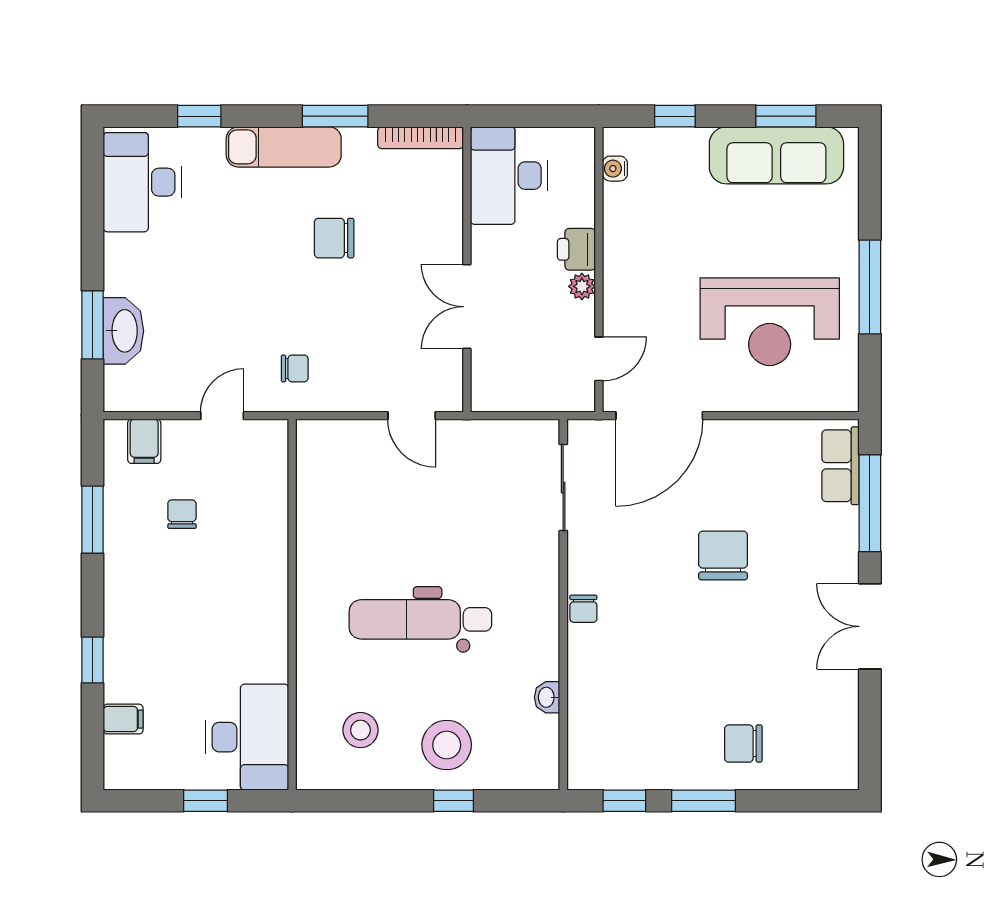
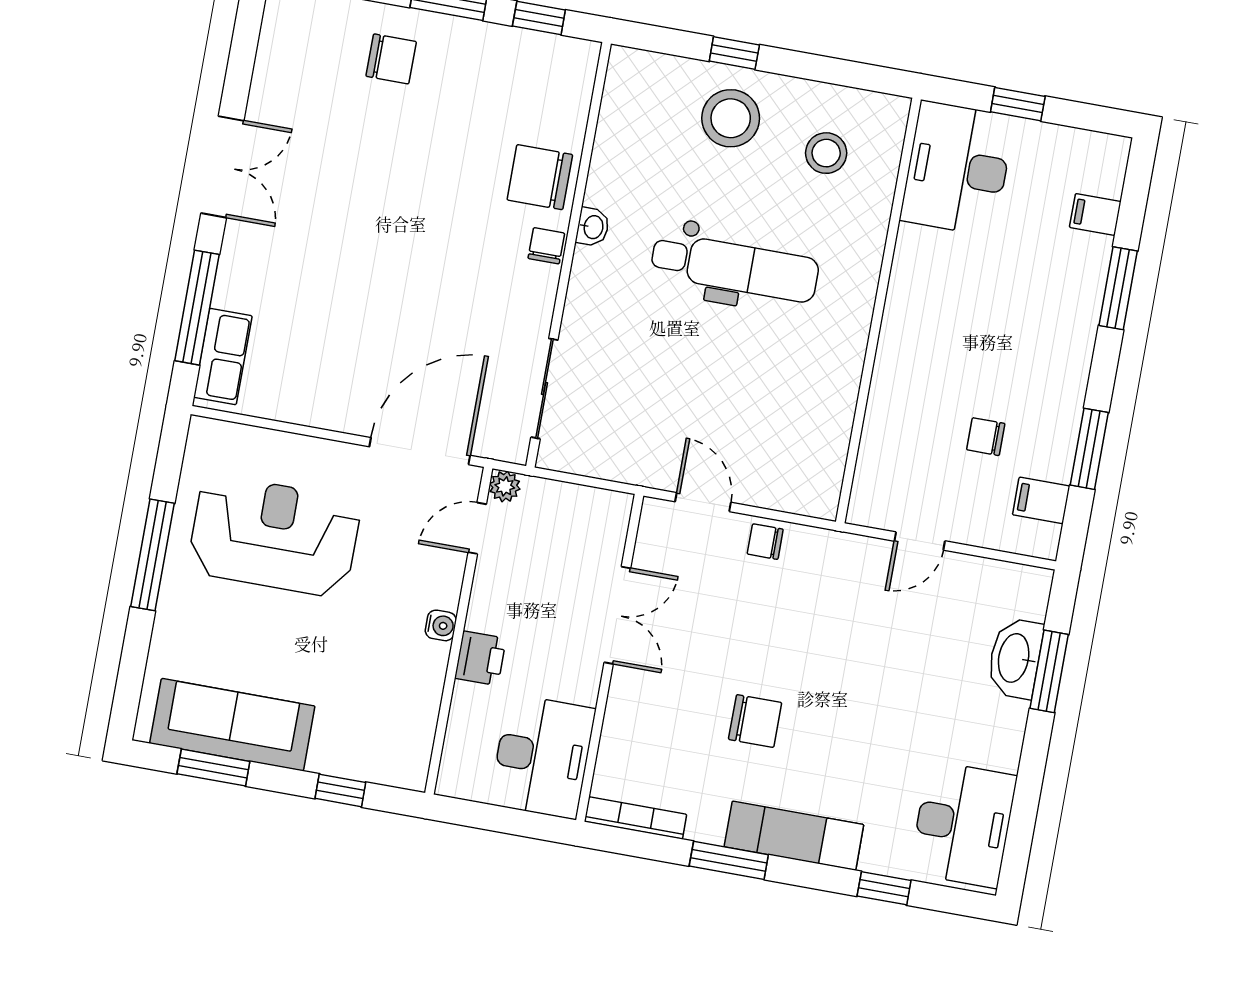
water cooler: (615, 169) -> (441, 625), moved
plant: (582, 286) -> (505, 486), moved
chair: (295, 368) -> (765, 542), moved
filing cabinet: (144, 441) -> (1041, 500), moved, turned -90
chair: (182, 514) -> (986, 437), turned 90
chair: (723, 555) -> (540, 177), moved, turned 90
window: (92, 660) -> (1118, 288), width x1.50
washbasin: (547, 697) -> (593, 227), moved

